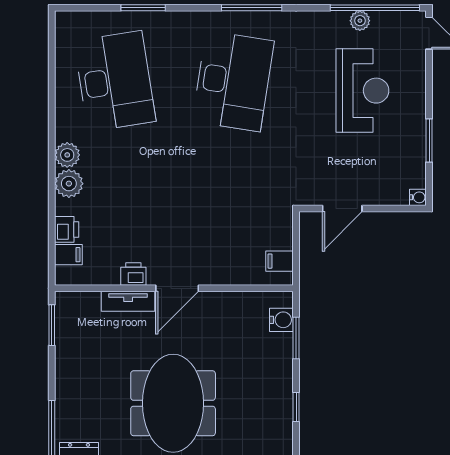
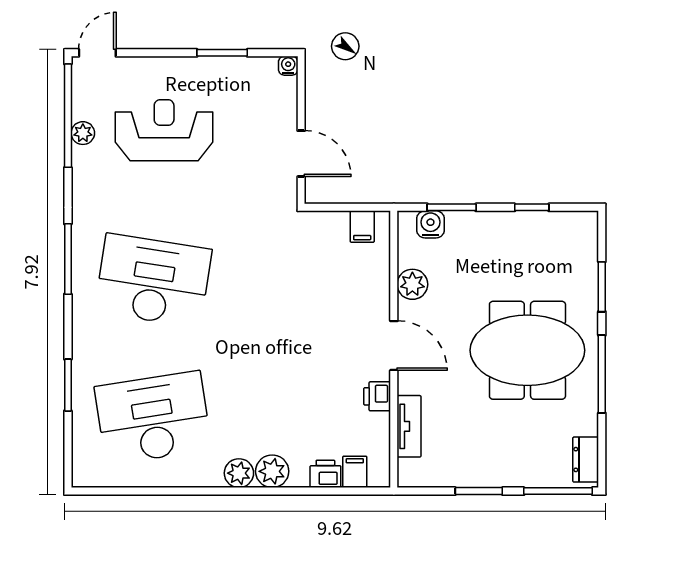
tv unit: (128, 301) -> (409, 426), moved
plant: (230, 304) -> (412, 284), added
window: (52, 325) -> (479, 491), moved

